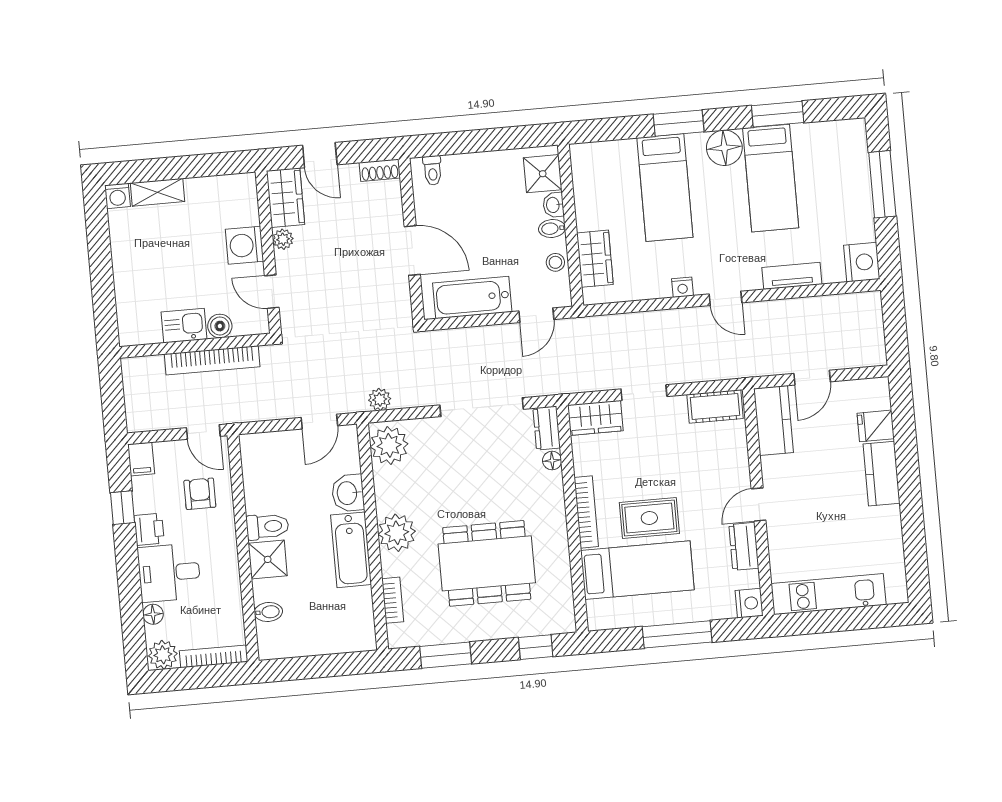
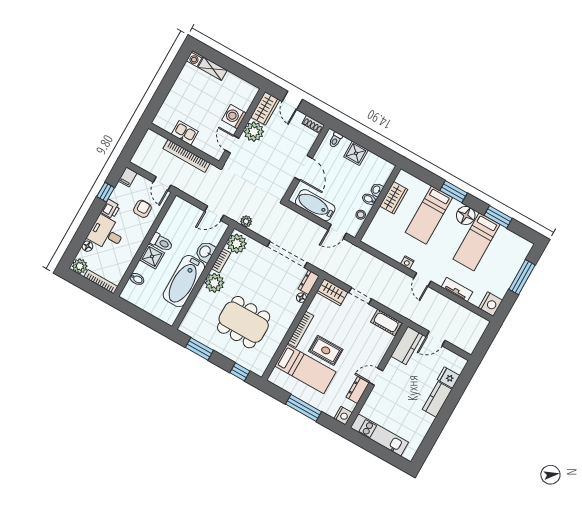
shower: (543, 174) -> (356, 153), moved
plant: (283, 239) -> (254, 132), width x1.87, depth x1.87
wardrobe: (595, 259) -> (394, 198), moved
boiler: (220, 326) -> (200, 144), removed
bathtub: (351, 550) -> (184, 281), width x1.36, depth x1.36
bookcase: (393, 600) -> (221, 261), moved

